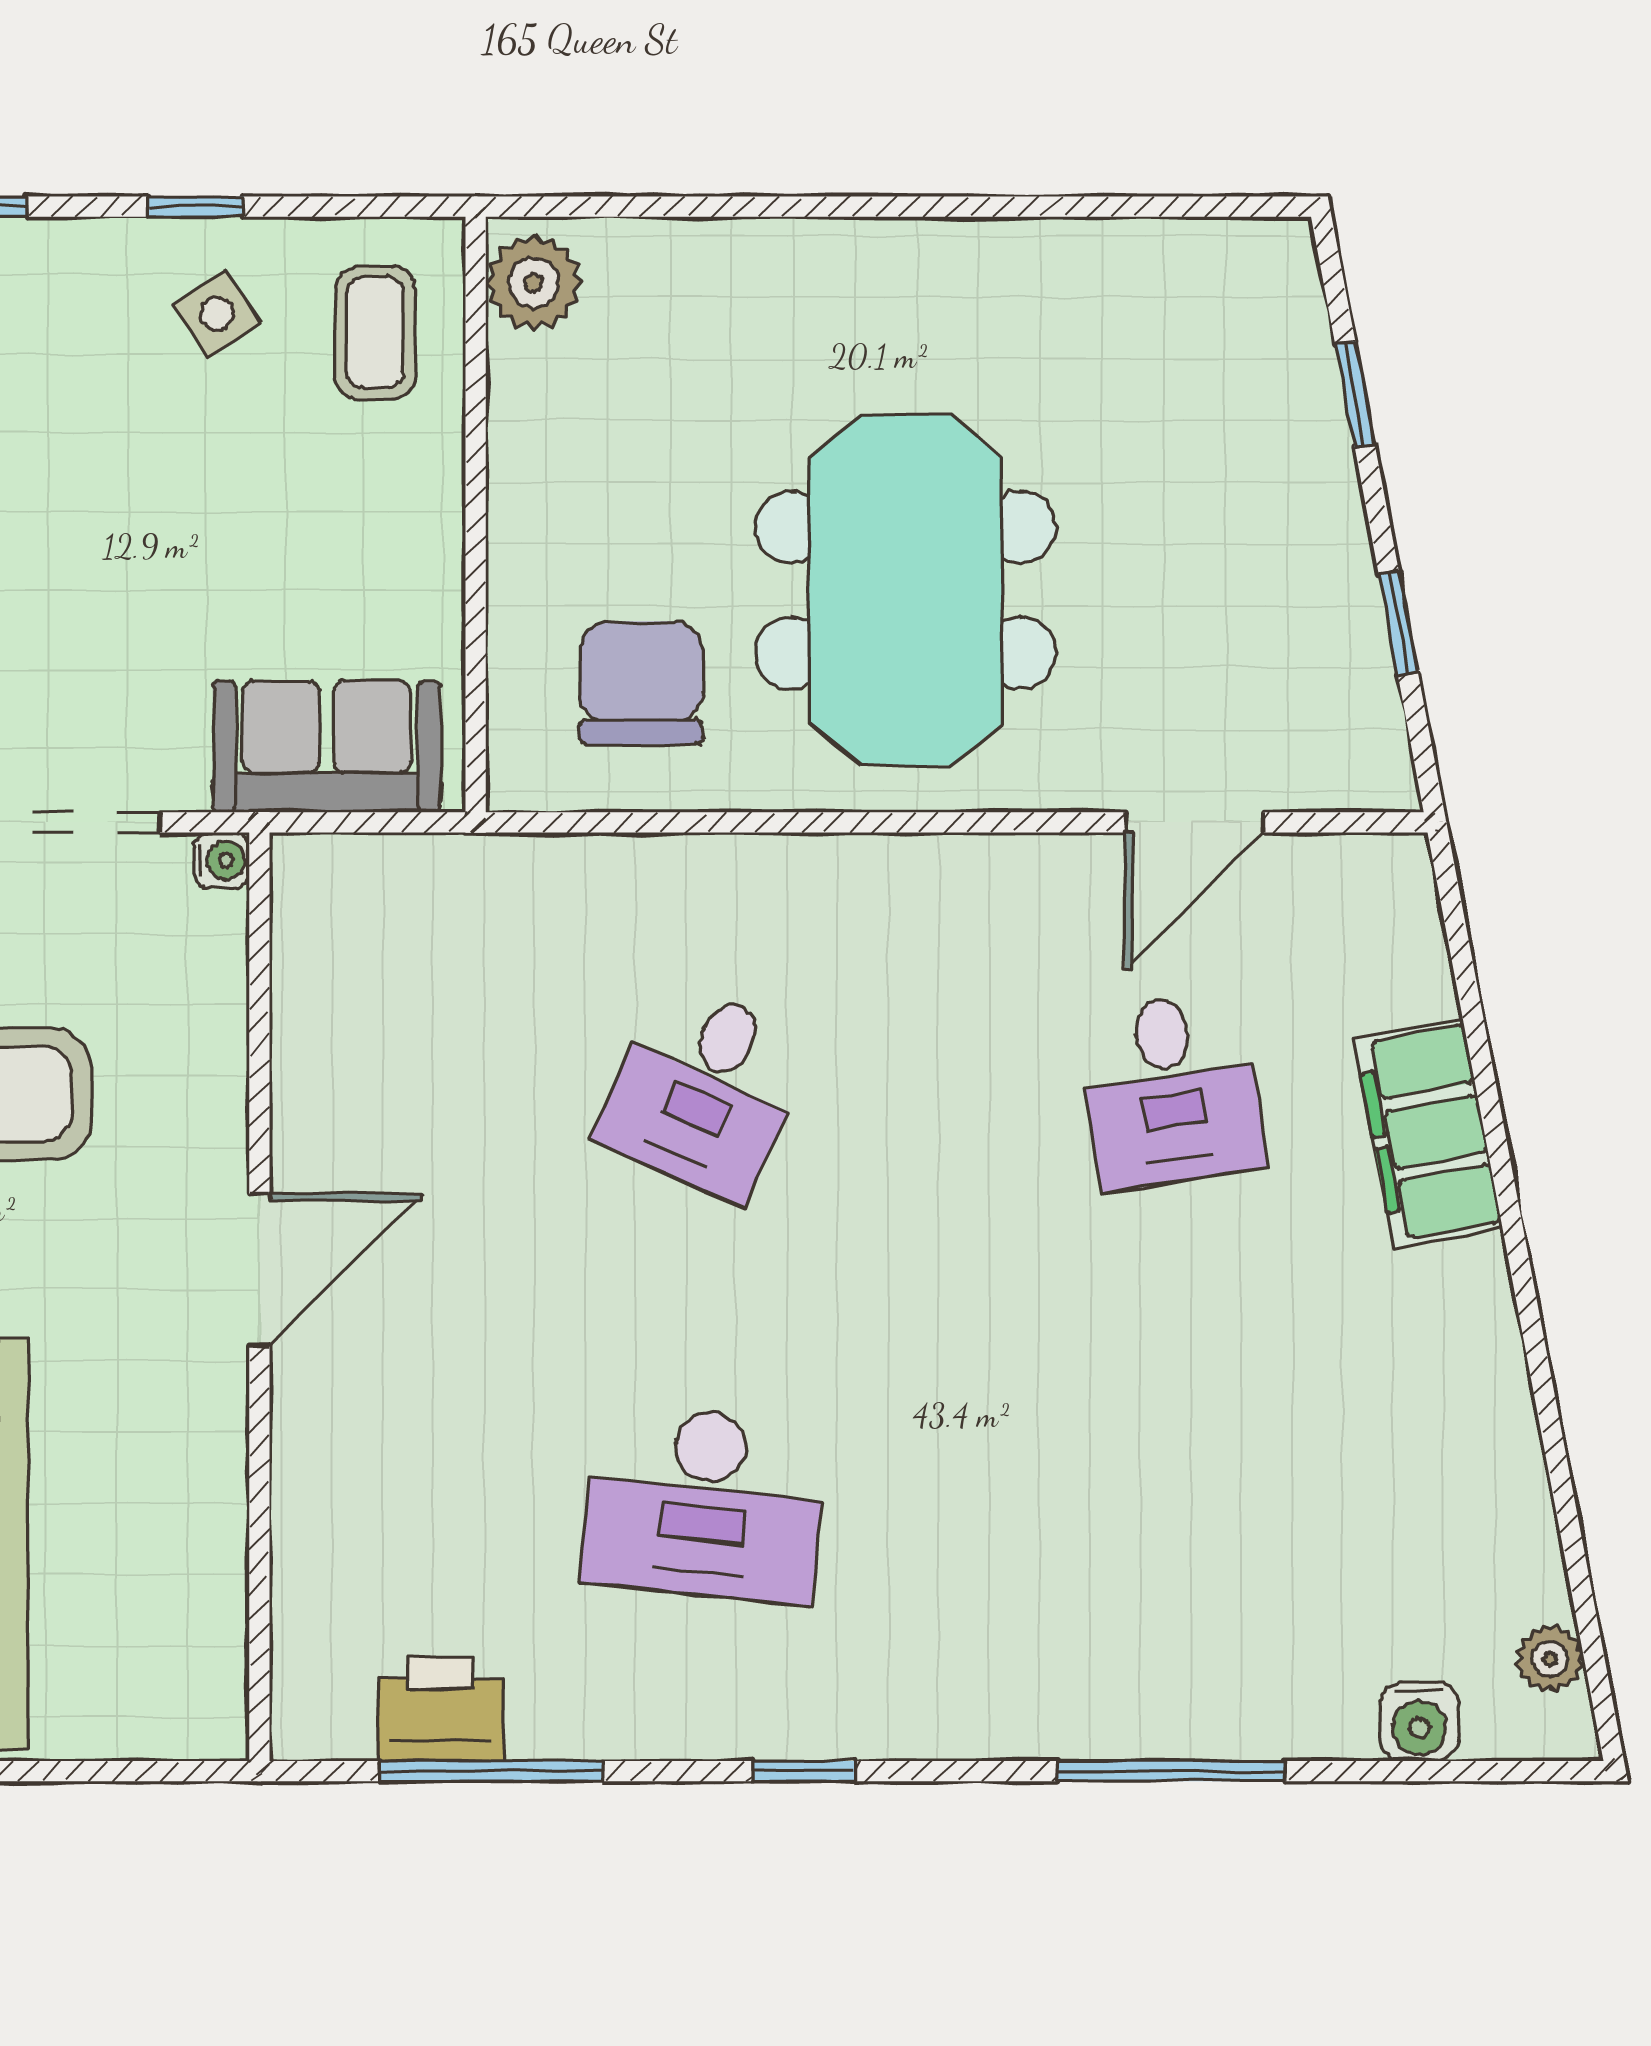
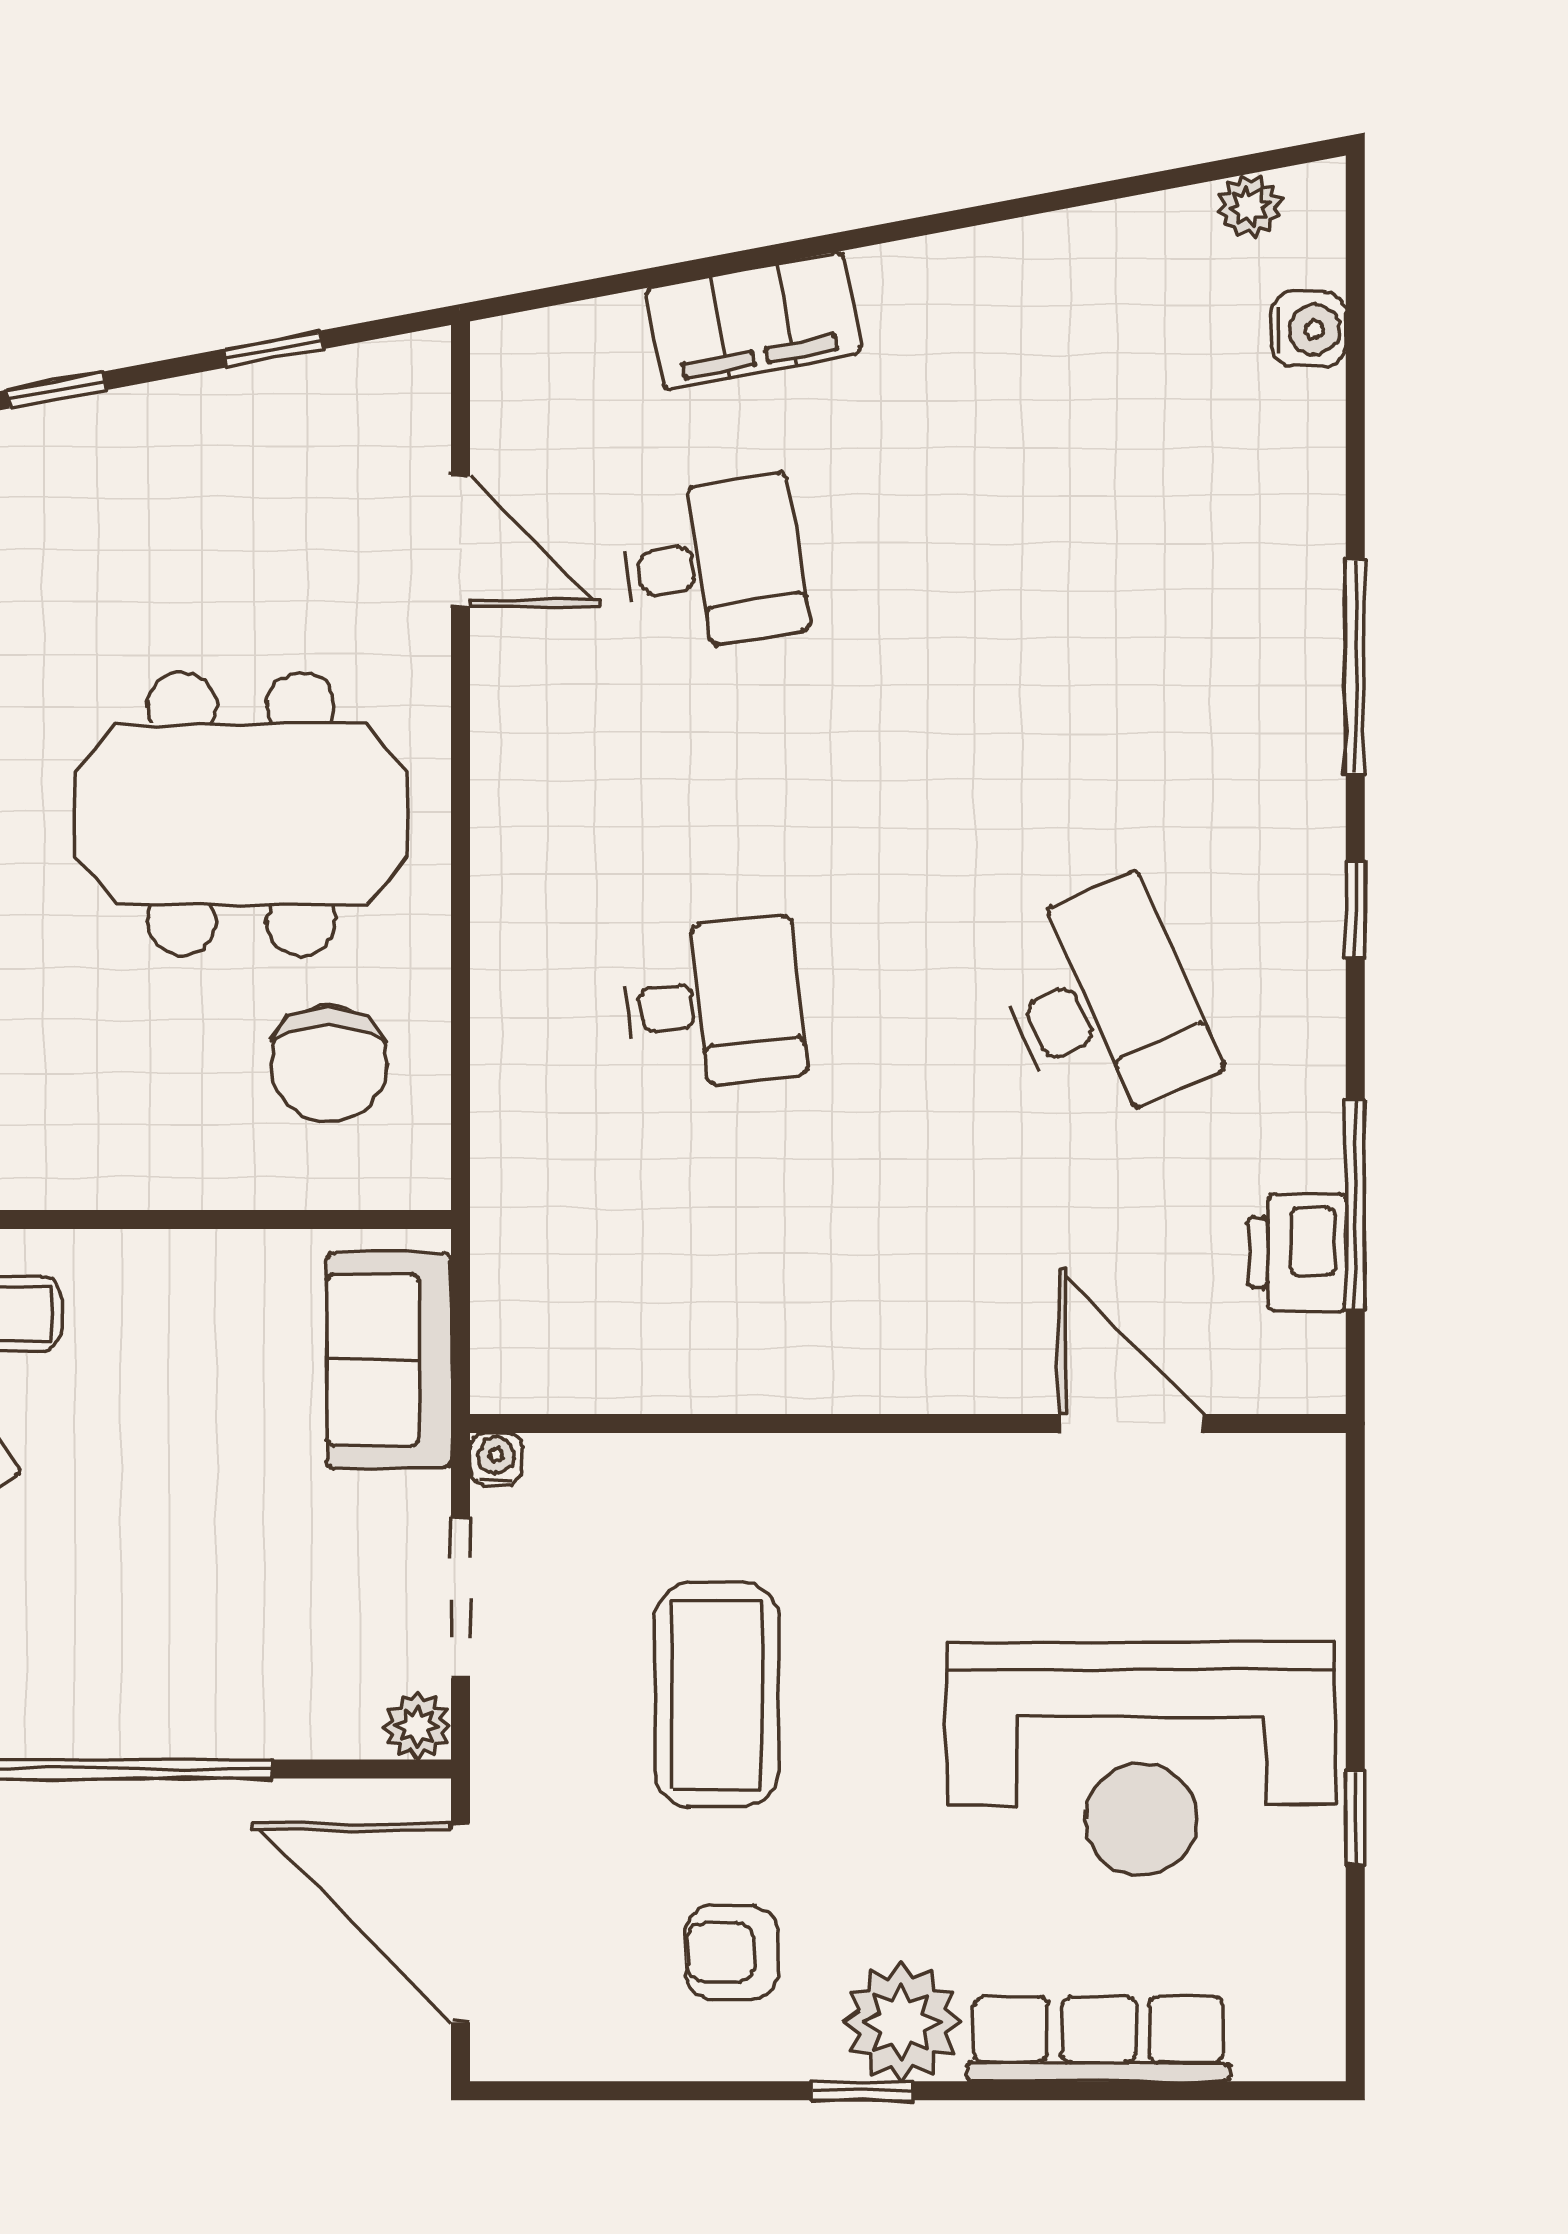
chair: (641, 683) -> (329, 1063), turned -90
desk: (704, 1090) -> (713, 1004), turned -30
door: (259, 1270) -> (1131, 1424), moved
desk: (704, 1503) -> (1103, 1004), turned -30
window: (1171, 1771) -> (1355, 667), moved

